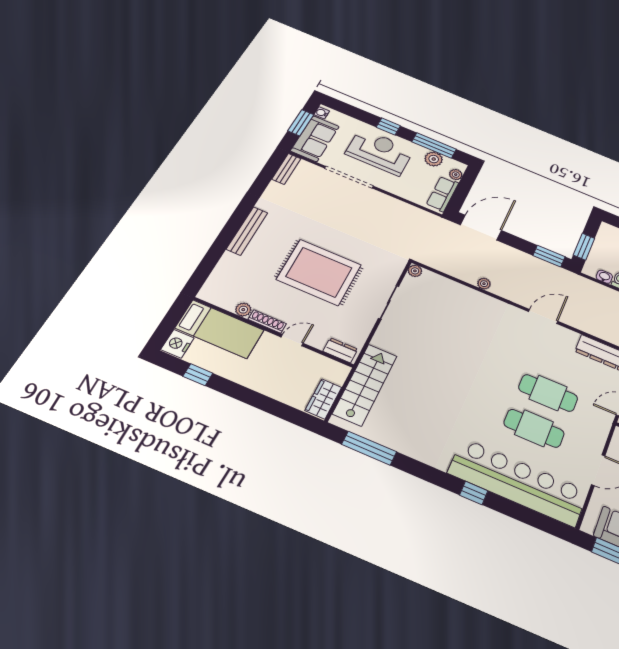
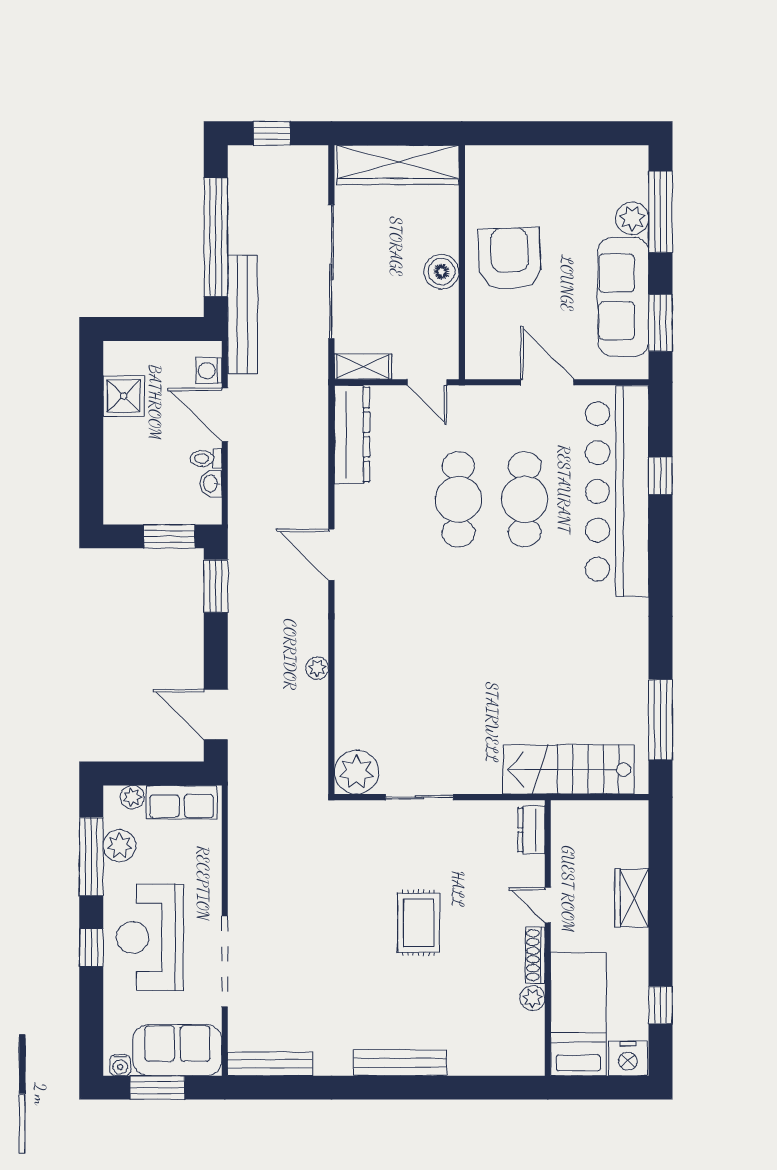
bench: (286, 169) -> (270, 1064), width x1.36
door: (481, 228) -> (216, 715), width x0.73
plant: (415, 271) -> (357, 772), width x1.88, depth x1.88
rug: (319, 272) -> (419, 923), width x0.54, depth x0.49
wardrobe: (323, 399) -> (632, 898), moved, turned 90
window: (474, 493) -> (660, 476), moved

